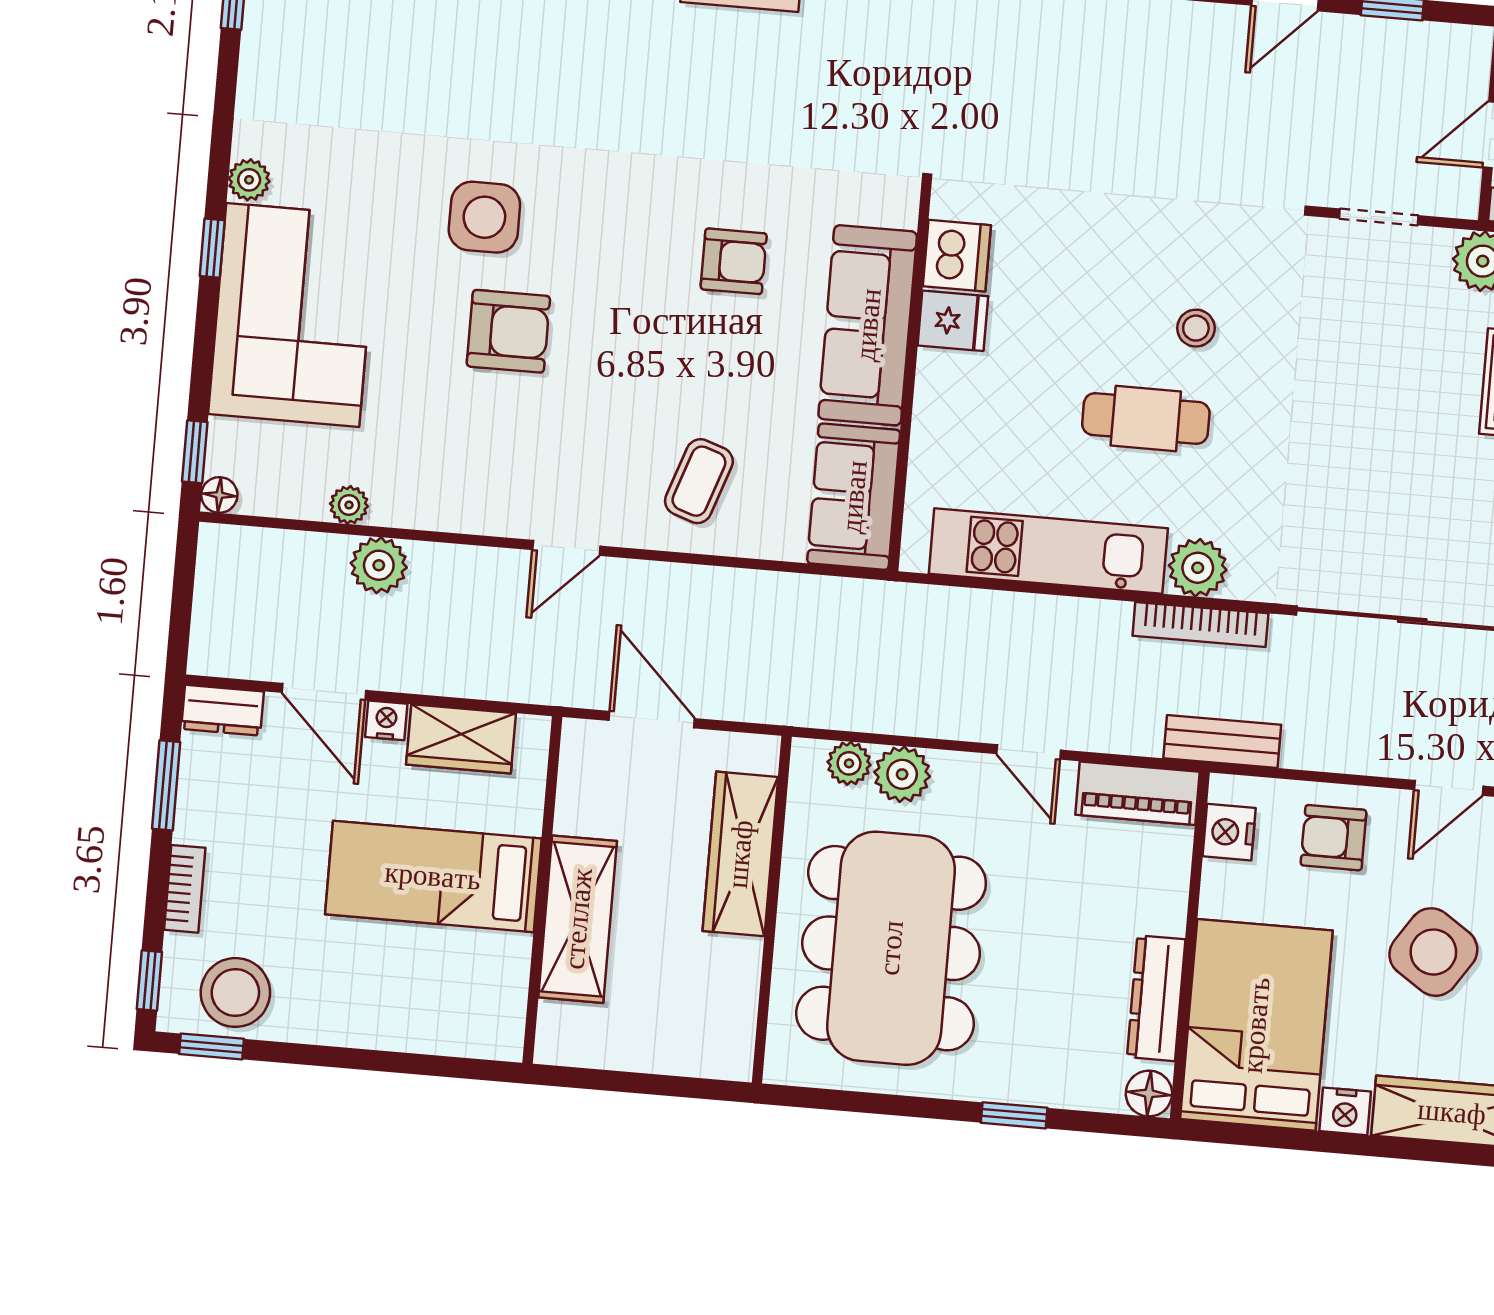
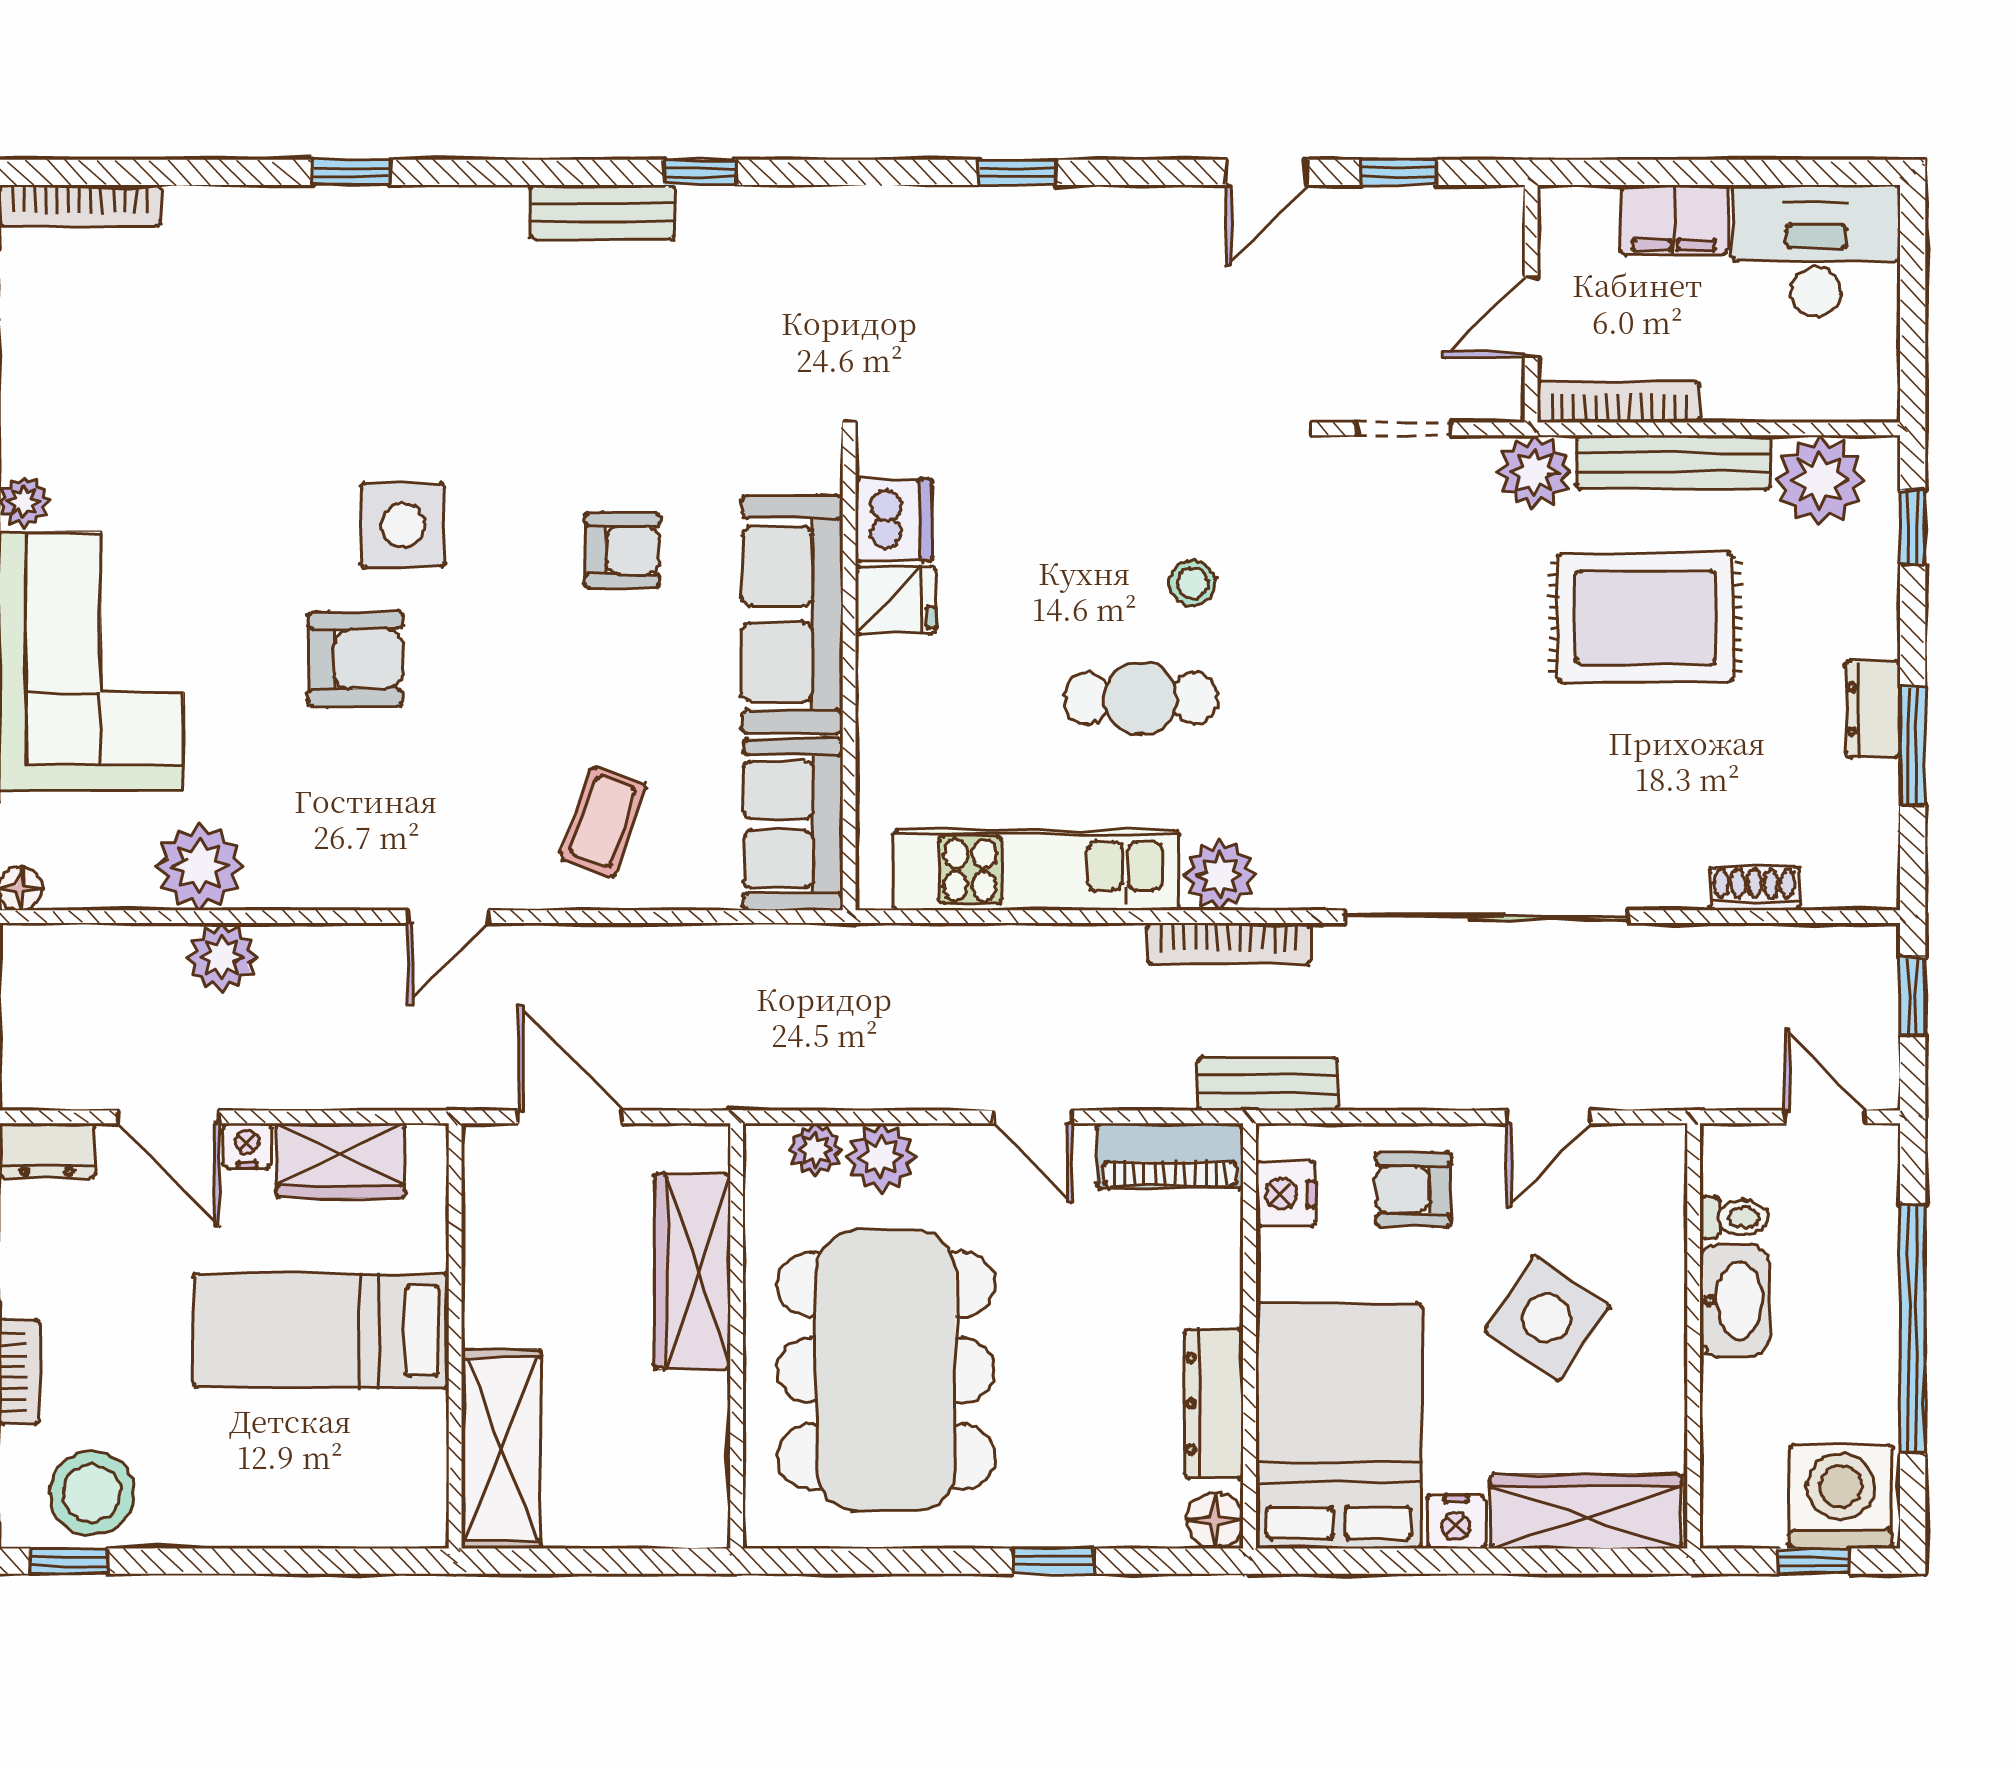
side table: (484, 217) -> (403, 525), moved
plant: (349, 505) -> (200, 867), width x1.88, depth x1.88
shelving: (578, 919) -> (501, 1449), moved

